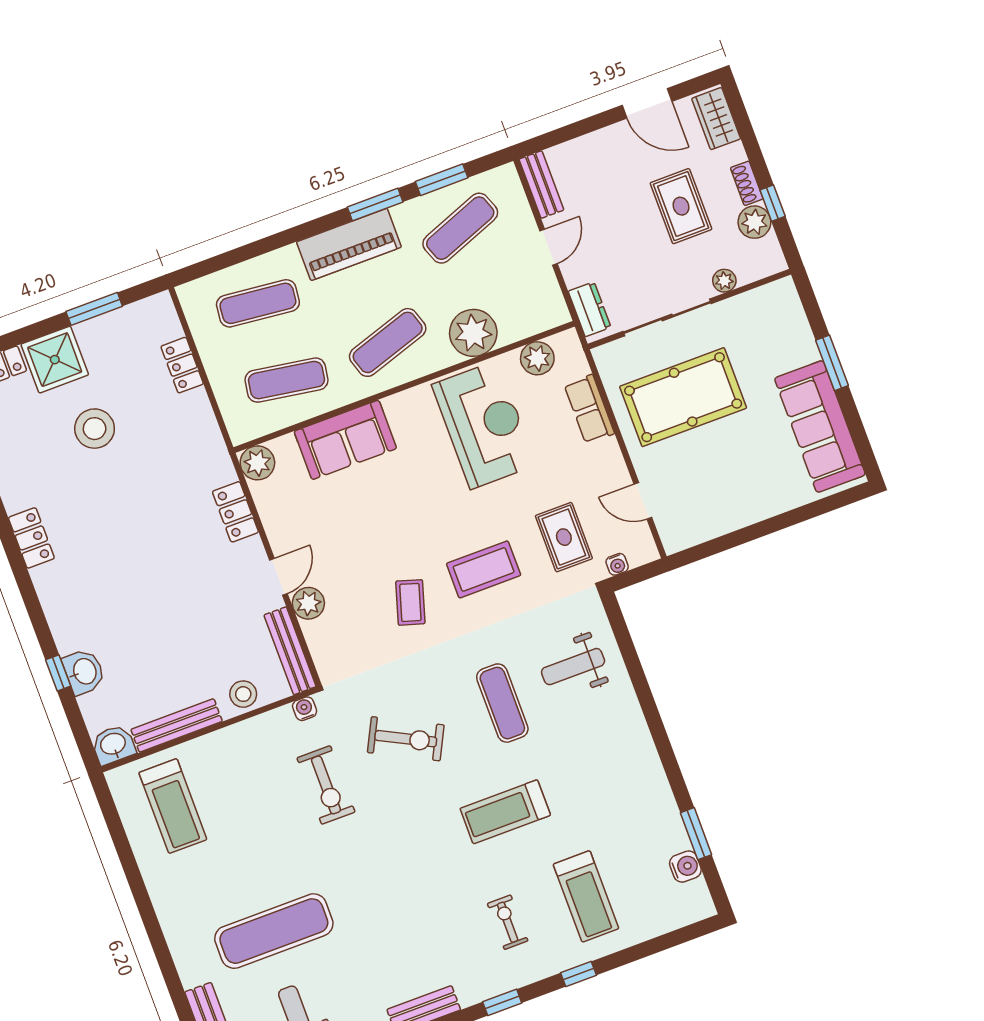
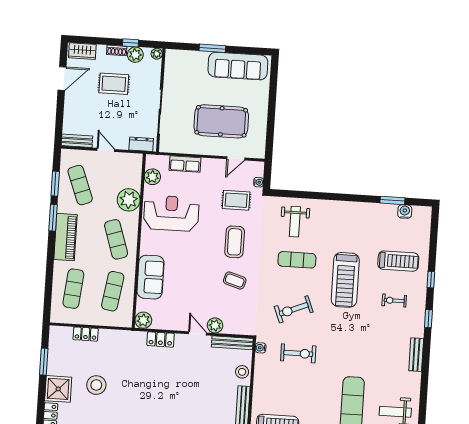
plant: (724, 281) -> (157, 54), moved
pool table: (683, 397) -> (221, 121), moved, turned 90
exercise bike: (406, 739) -> (294, 309), turned -139
treadmill: (505, 812) -> (345, 280), width x1.37, depth x1.38

